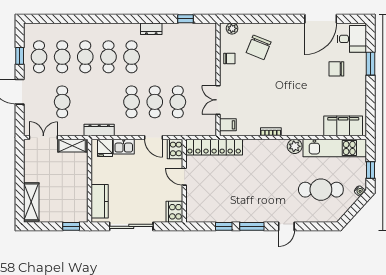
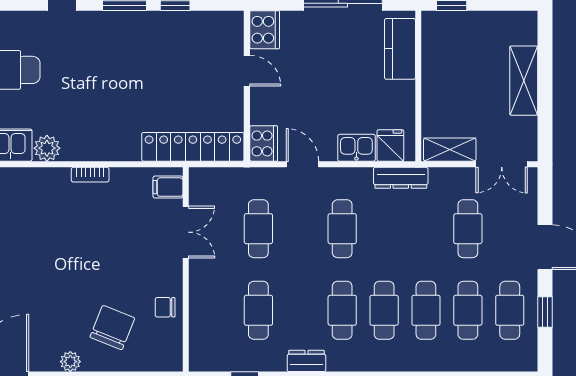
plant: (232, 28) -> (70, 362), moved
cafe table: (155, 102) -> (258, 310), moved
door: (184, 177) -> (247, 71), moved
shelving: (31, 202) -> (524, 81), moved

